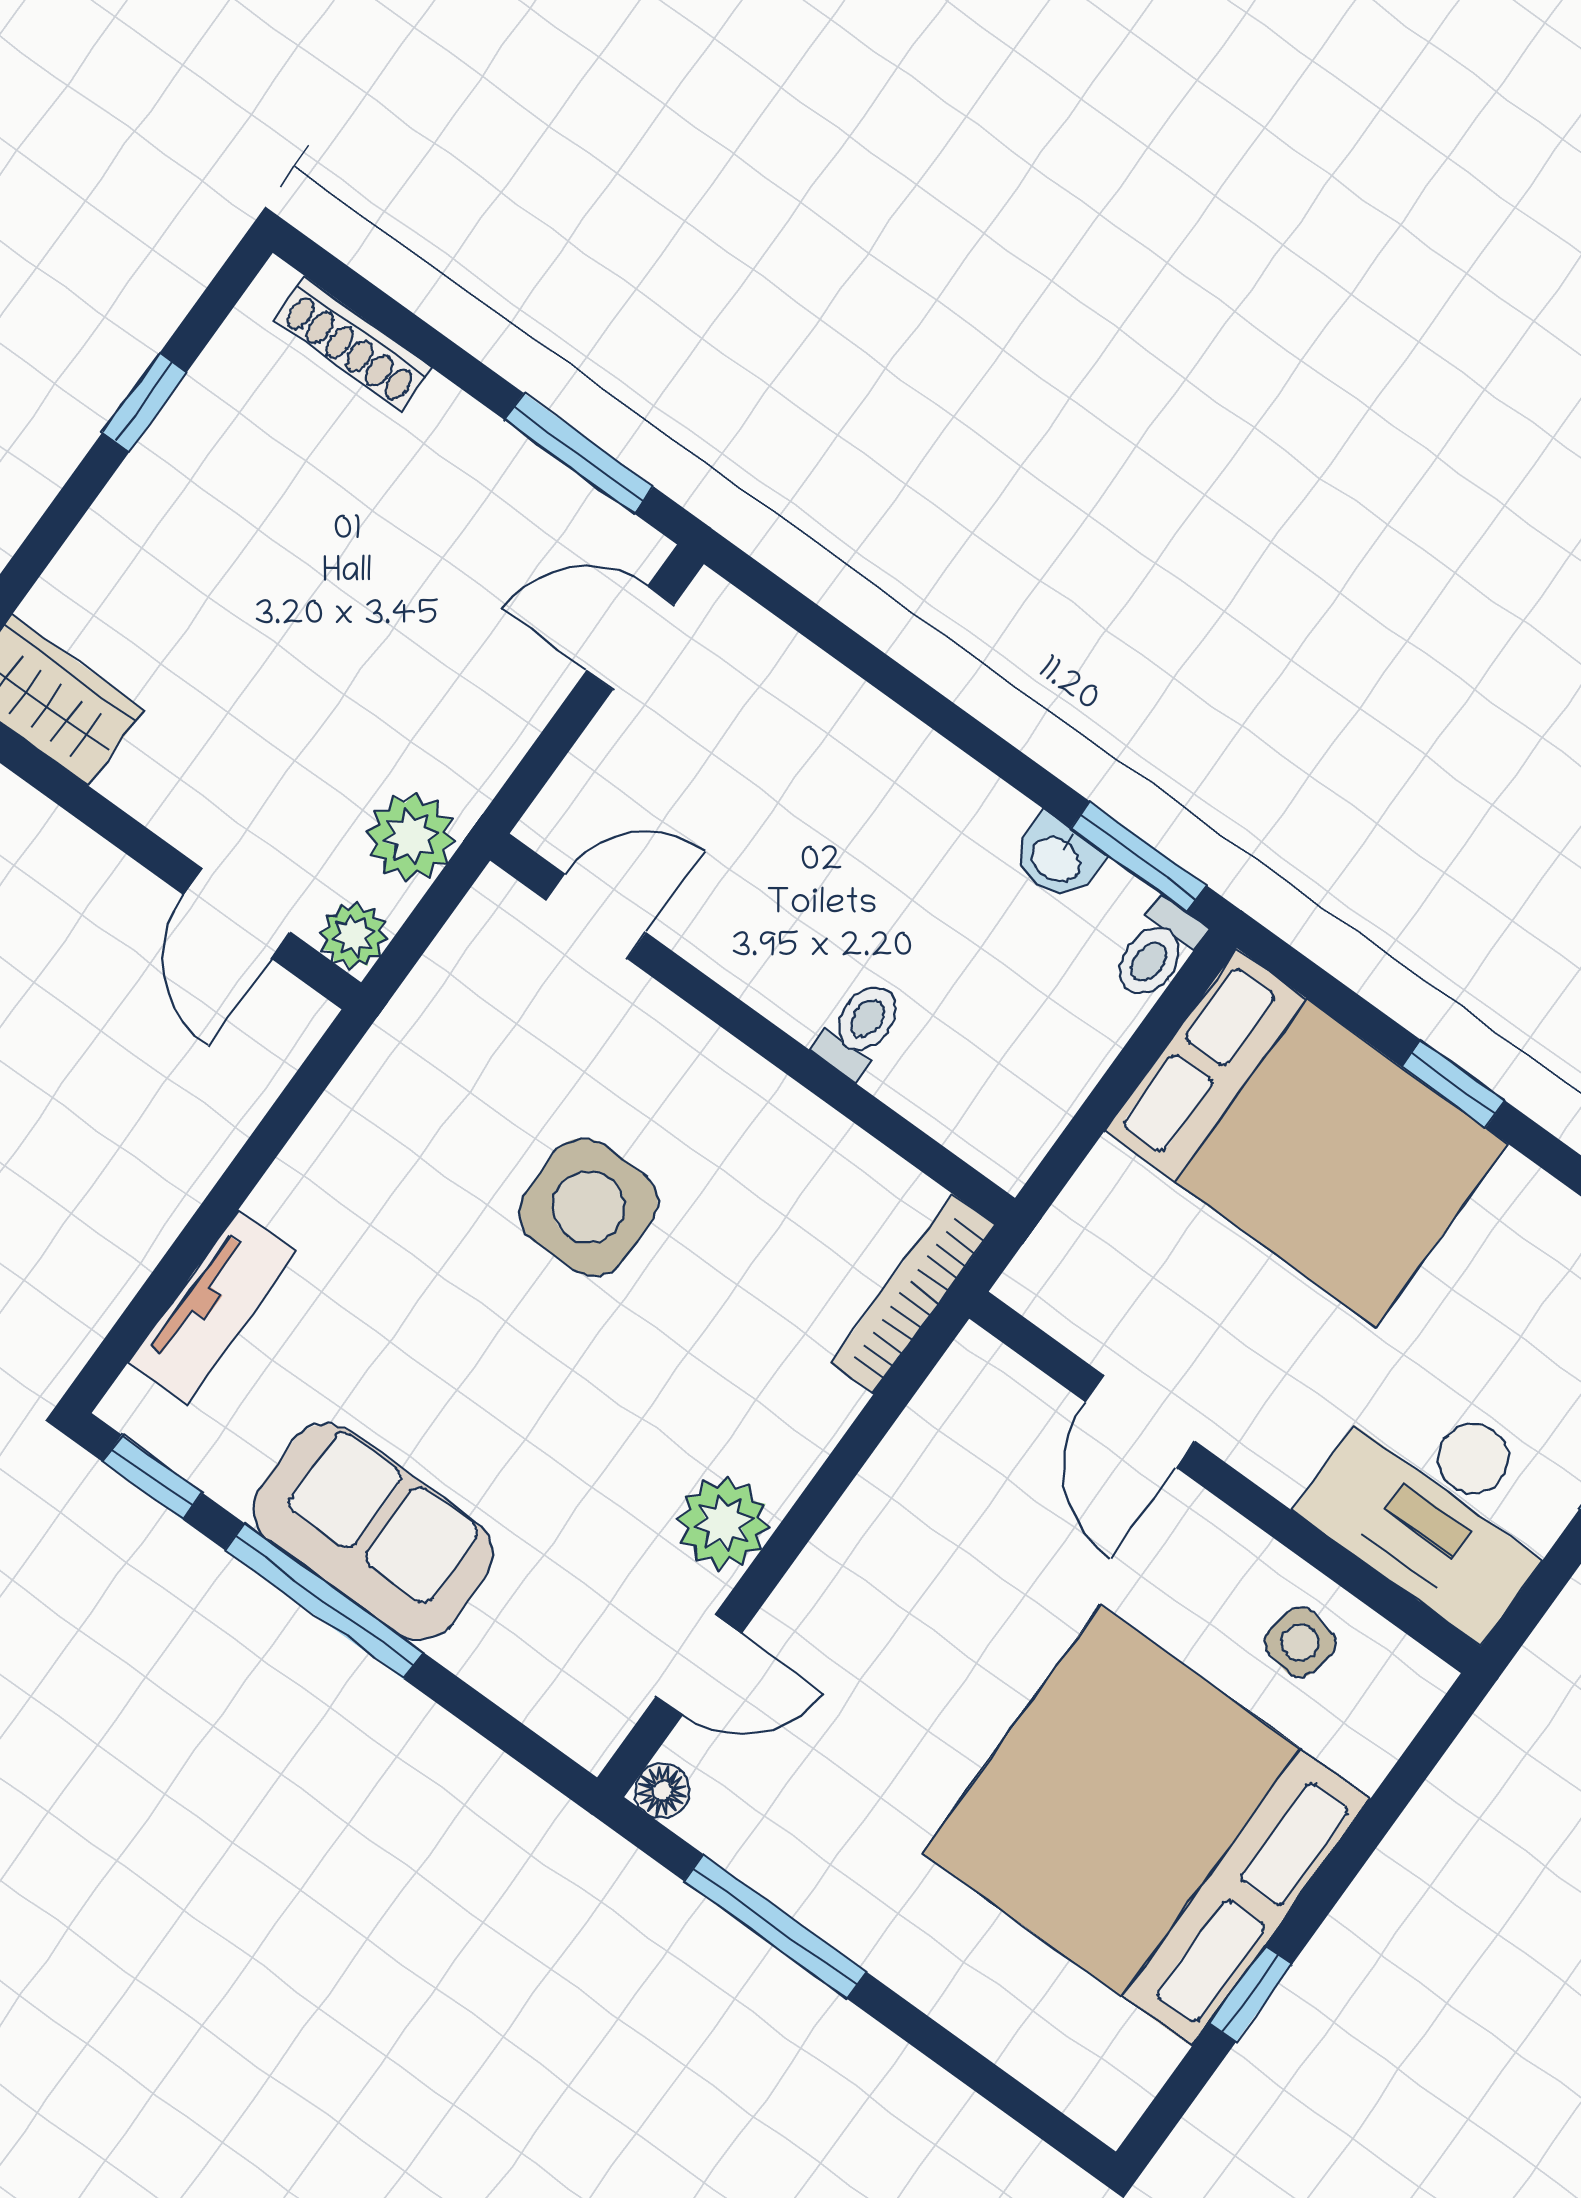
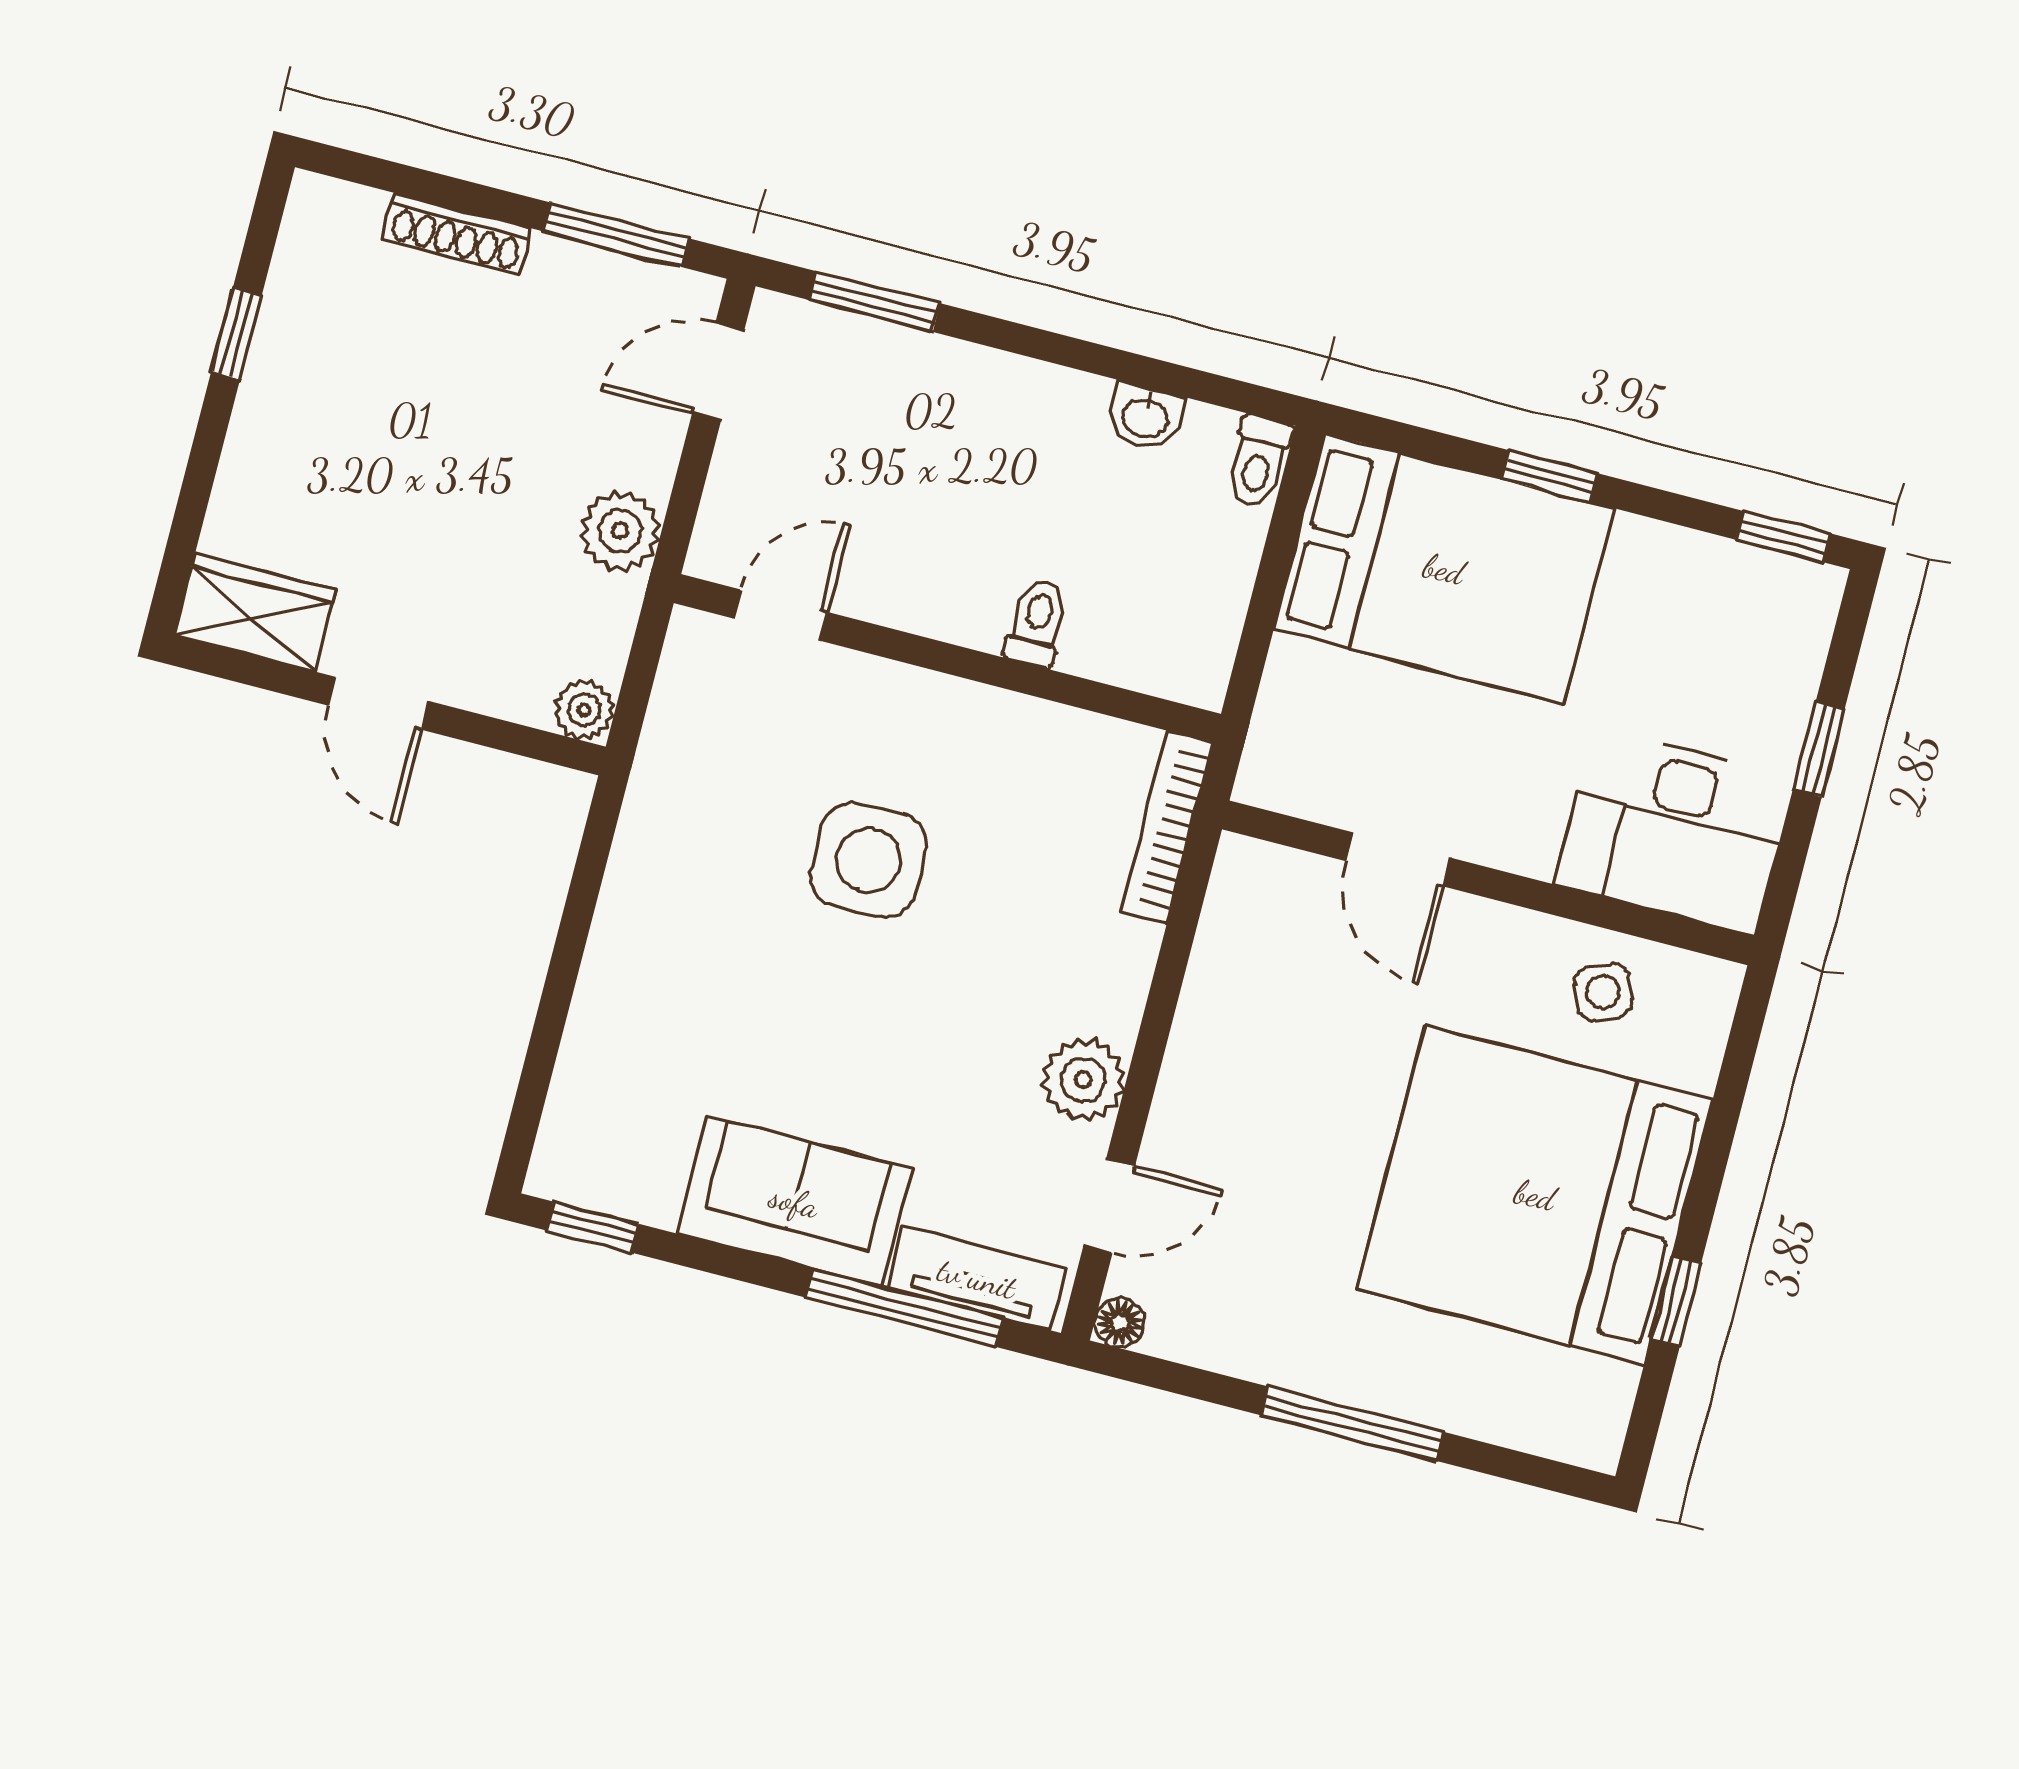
shoe rack: (353, 344) -> (457, 234), moved
plant: (411, 837) -> (620, 531), moved
window: (1138, 857) -> (874, 302), moved
door: (237, 913) -> (379, 703), moved
tv unit: (212, 1307) -> (977, 1278), moved, turned -90
window: (324, 1601) -> (904, 1308), moved
side table: (1300, 1642) -> (1603, 992), turned -34
window: (775, 1927) -> (1352, 1424), moved

